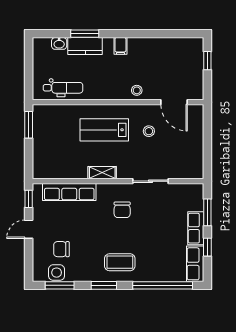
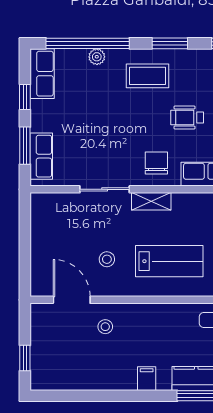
stool: (137, 90) -> (105, 327), moved
shelving: (102, 173) -> (151, 201), moved
chair: (122, 210) -> (156, 163), moved
row of seats: (196, 228) -> (41, 156), moved
wheelchair: (92, 232) -> (187, 117), added
plant: (156, 276) -> (97, 57), added

